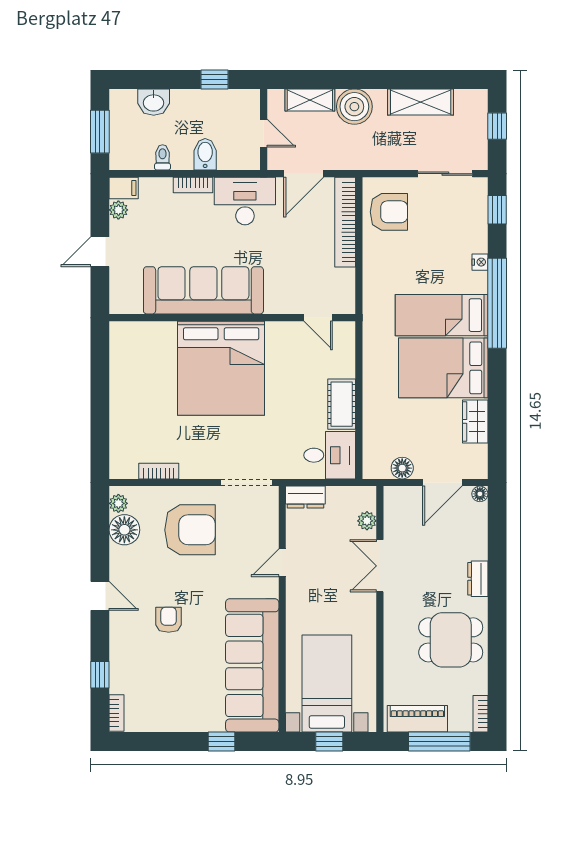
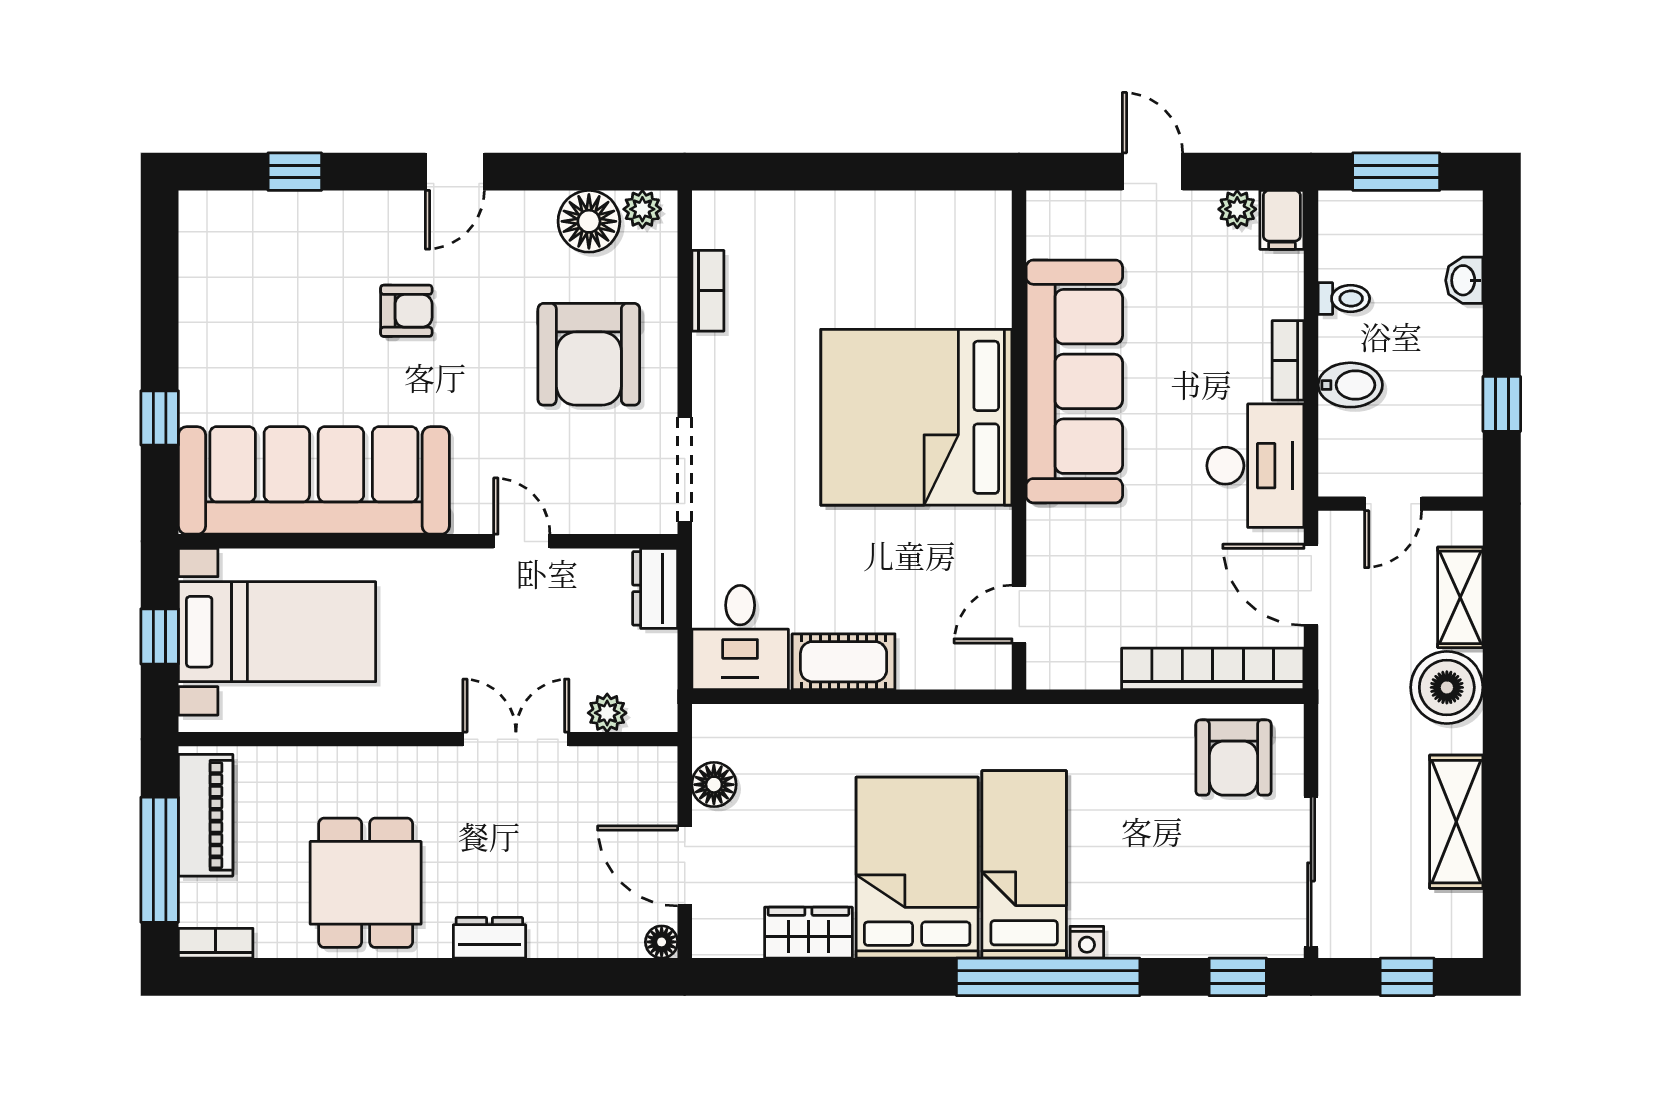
washbasin: (154, 102) -> (1464, 280), width x0.72, depth x0.69
sliding door: (445, 174) -> (1311, 872), width x1.37
nightstand: (480, 262) -> (1087, 942), moved
bookcase: (117, 713) -> (217, 205), removed

